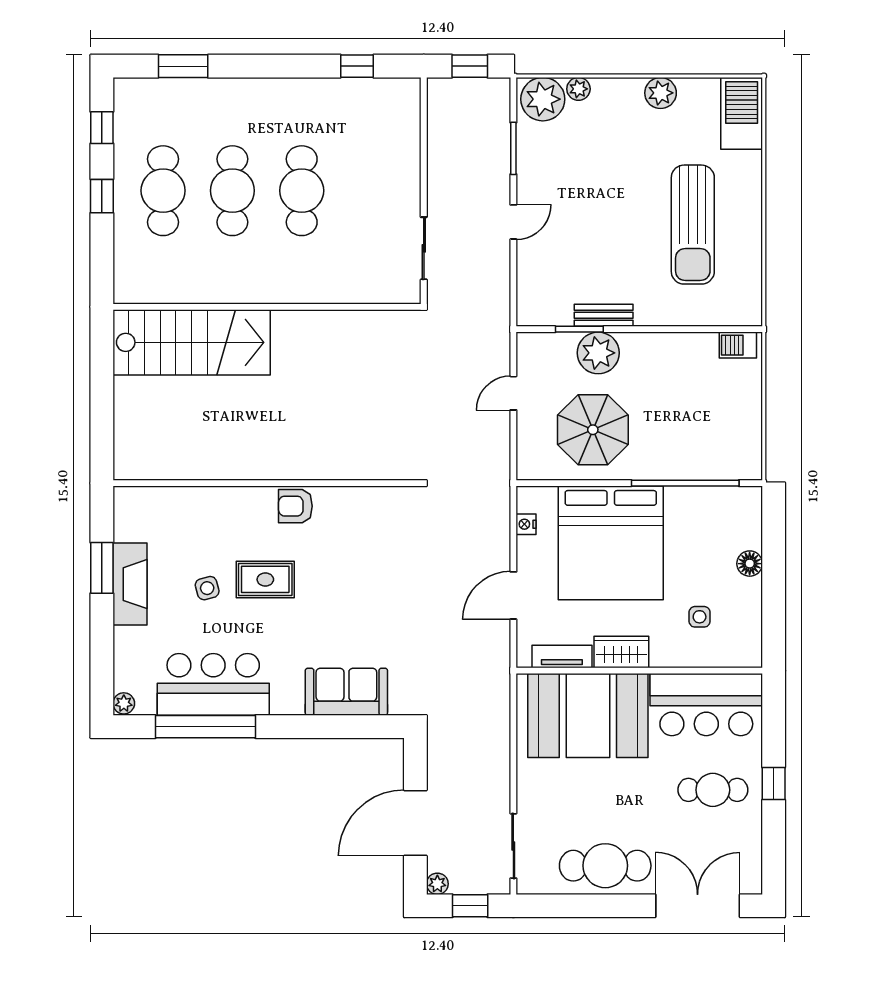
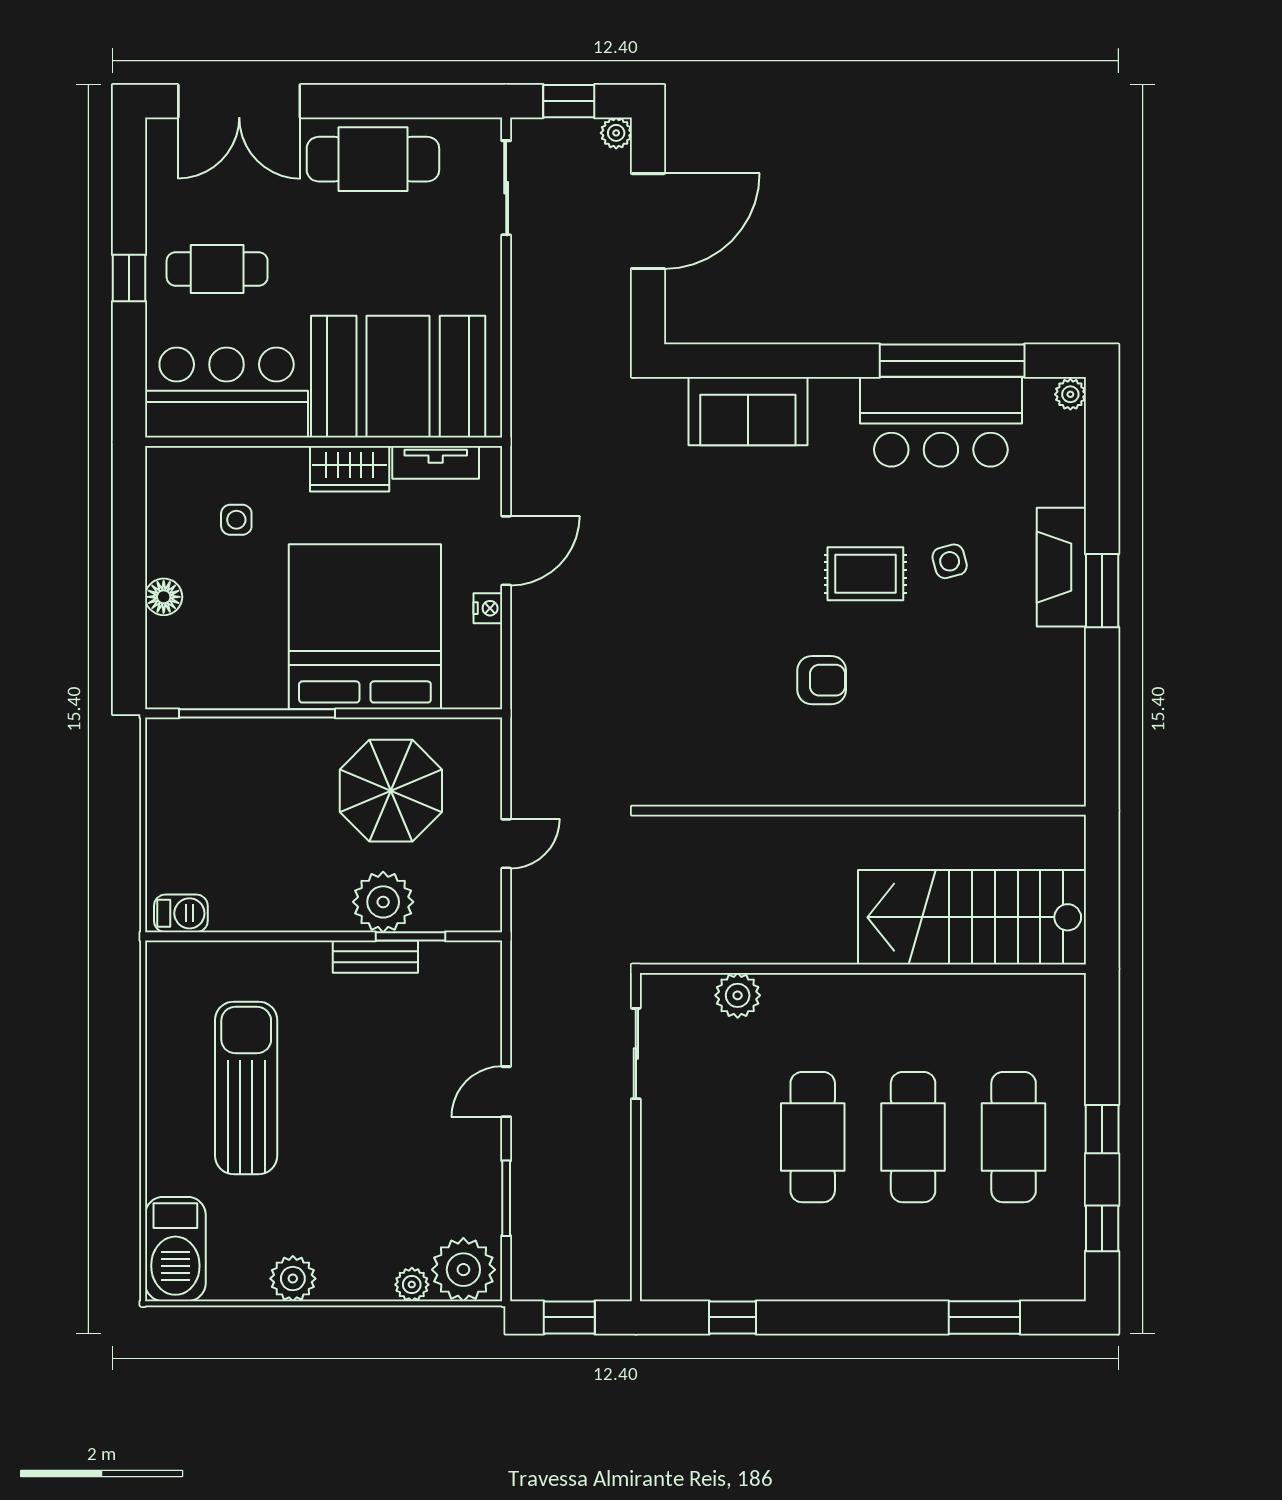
plant: (354, 288) -> (738, 995), added
wall: (267, 483) -> (863, 811), moved
nightstand: (526, 524) -> (488, 608), moved

